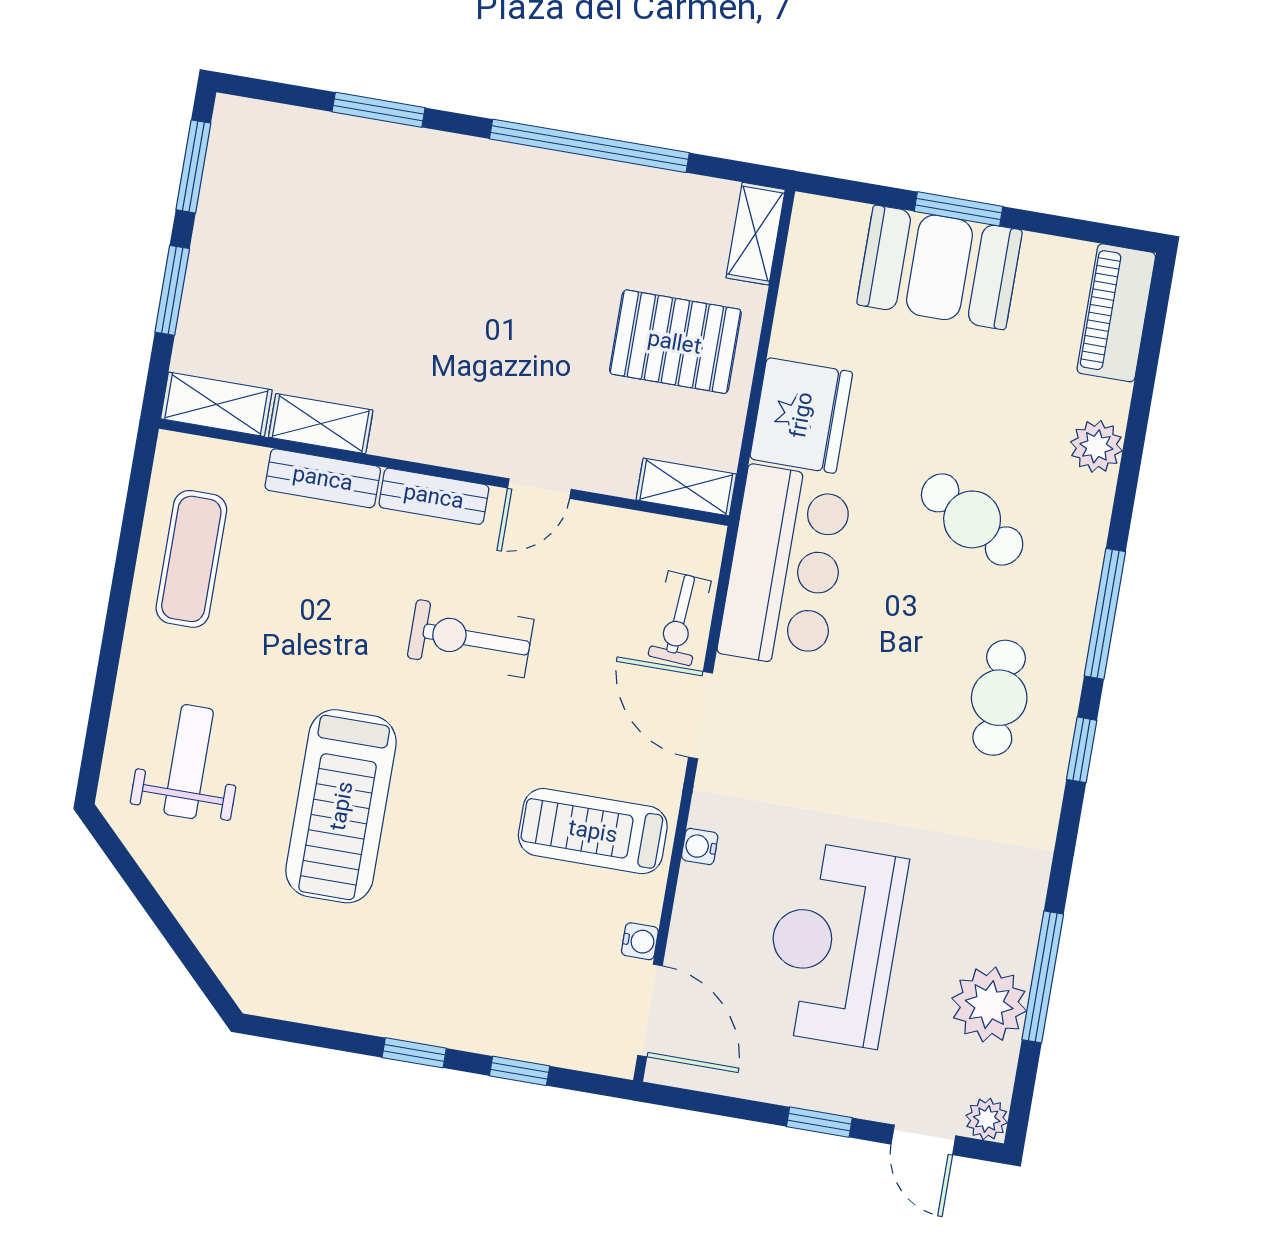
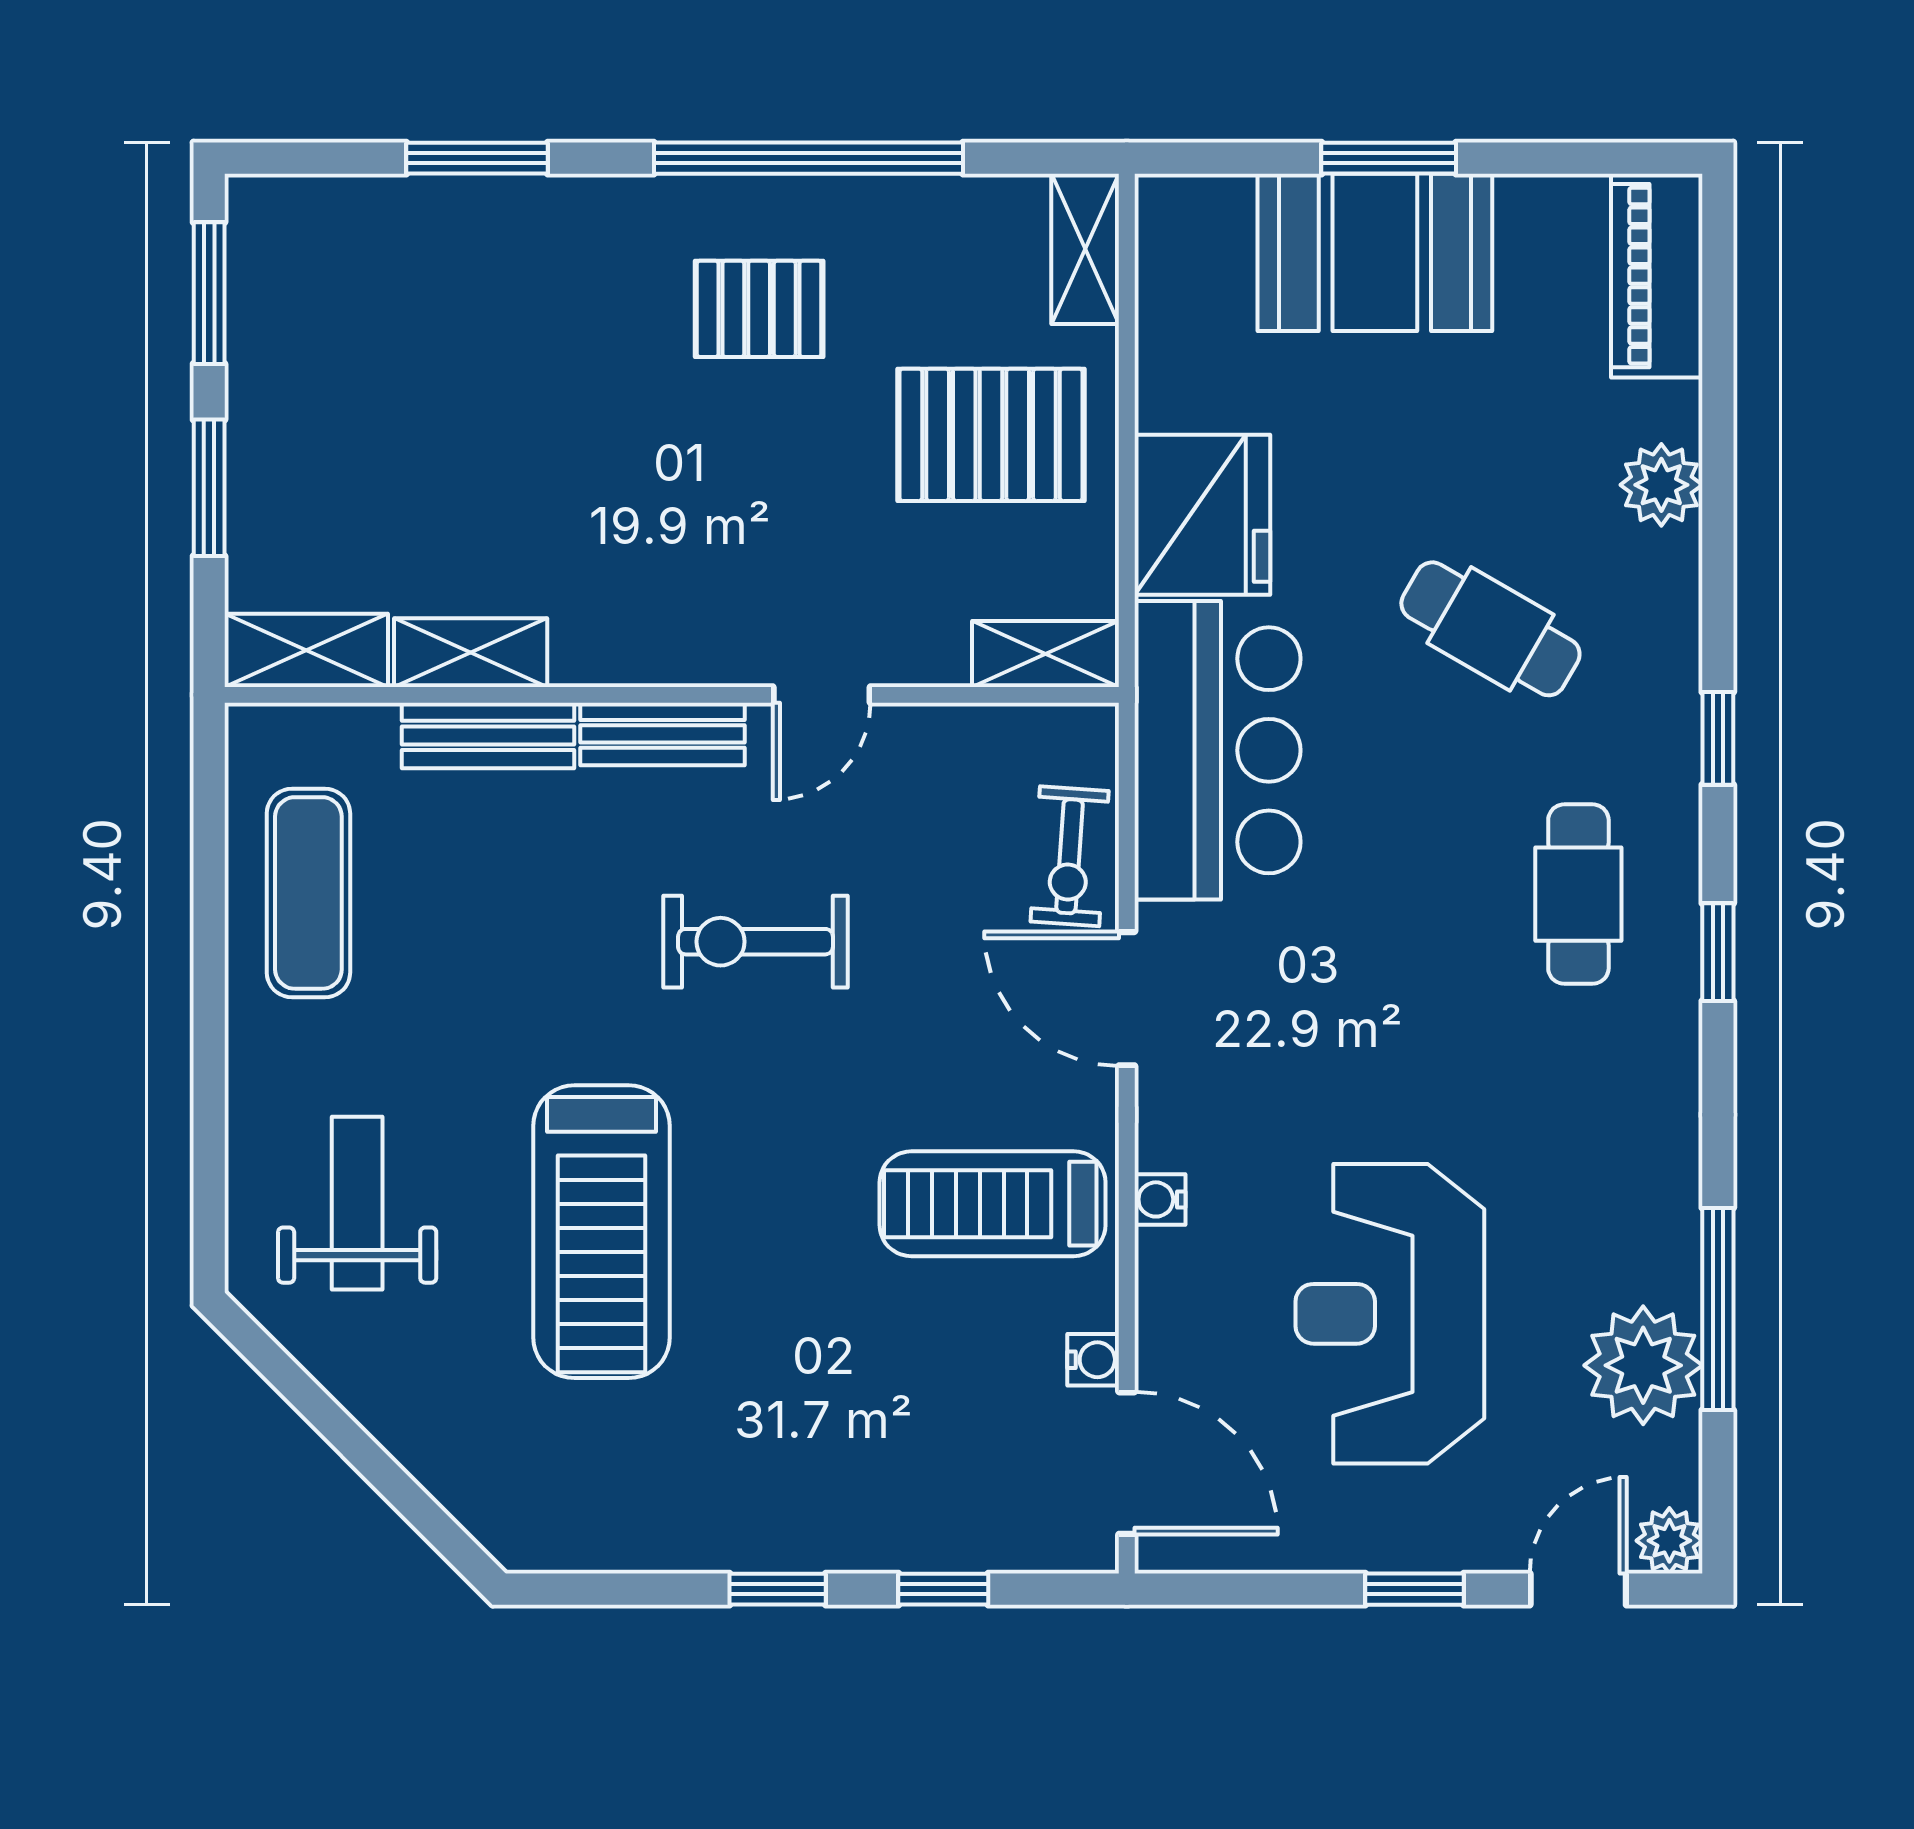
pallet: (542, 236) -> (759, 309), added
window: (1105, 614) -> (1718, 738), width x0.46
door: (923, 1140) -> (1578, 1589), swing flipped

